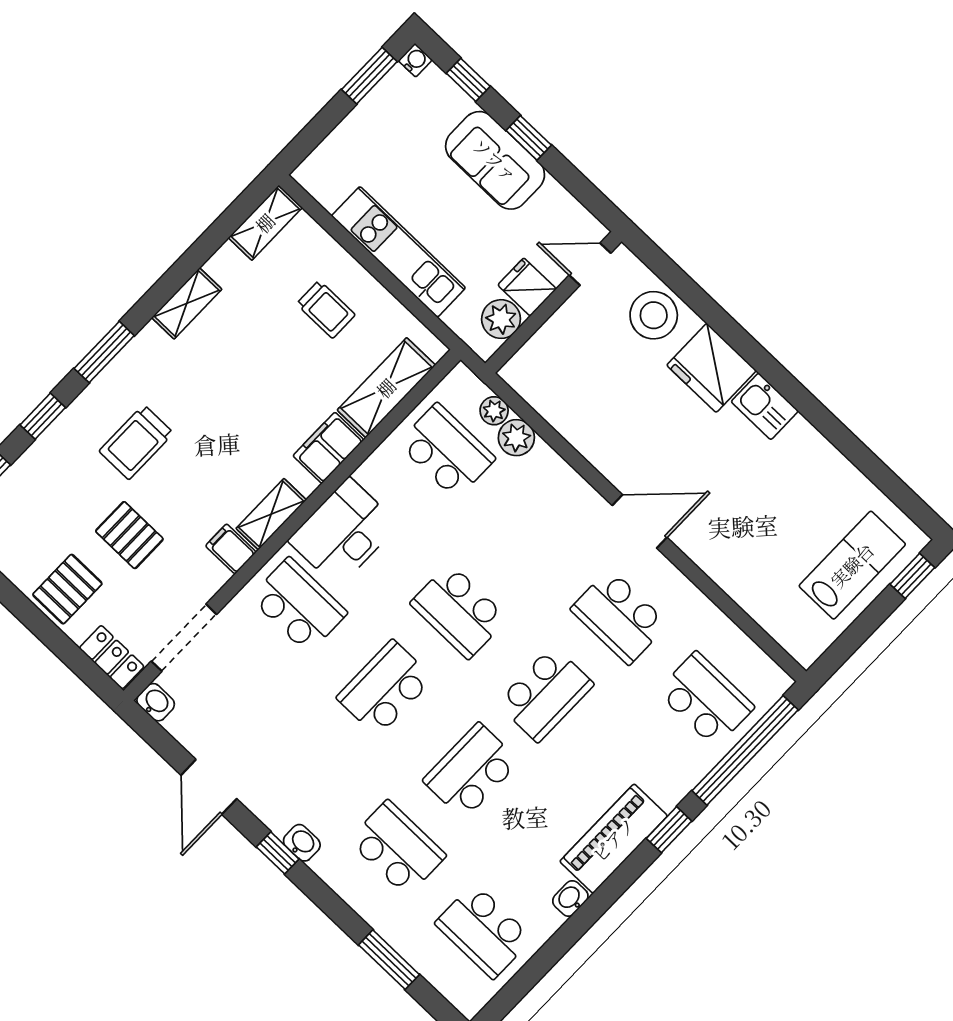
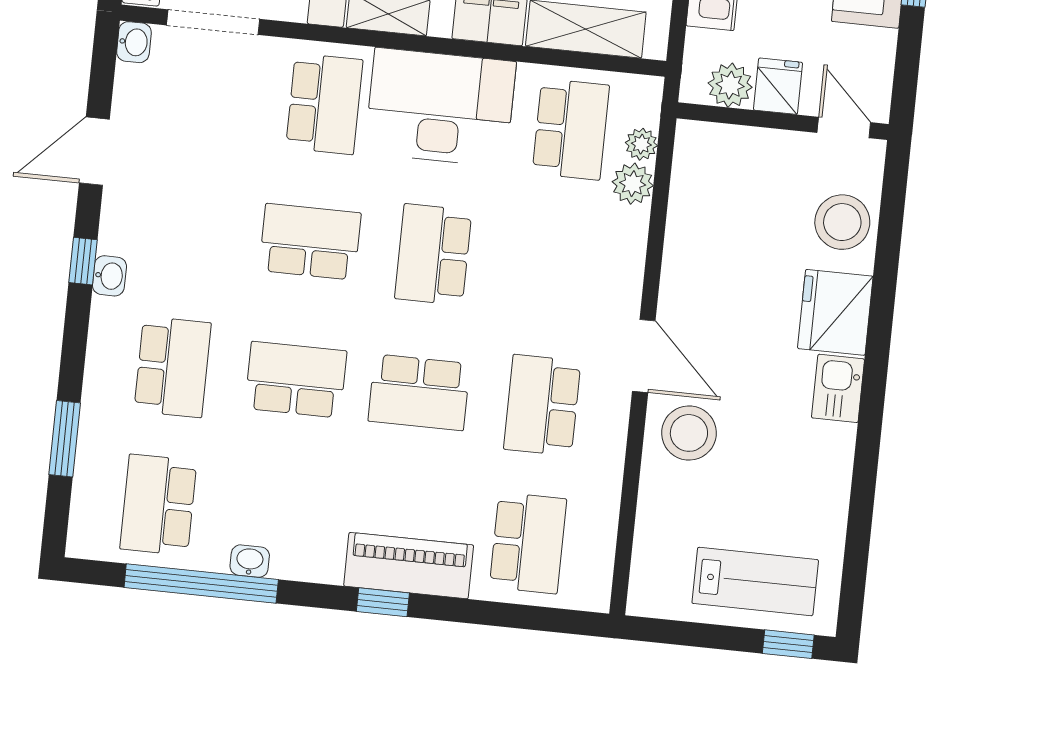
stool: (716, 531) -> (689, 433), added
desk: (343, 533) -> (440, 107), width x1.36, depth x1.30
window: (745, 750) -> (201, 583), moved
piano: (614, 839) -> (409, 566), moved

